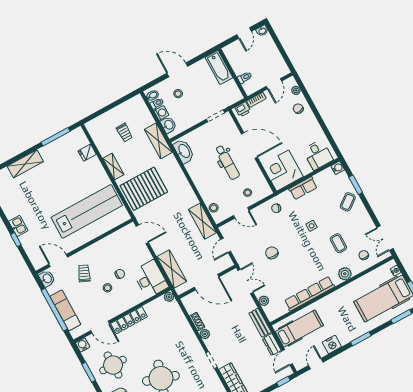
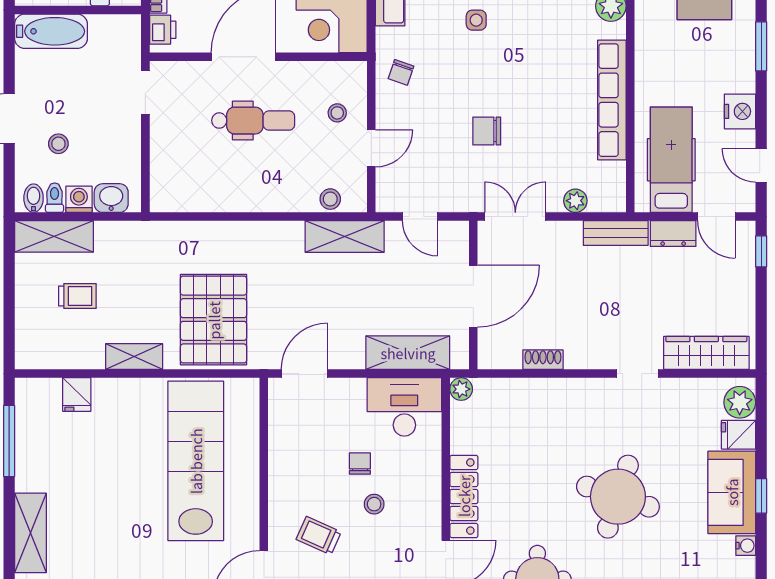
shelving: (158, 141) -> (54, 236), moved
washbasin: (184, 151) -> (182, 196), removed
plant: (205, 334) -> (577, 358), removed

